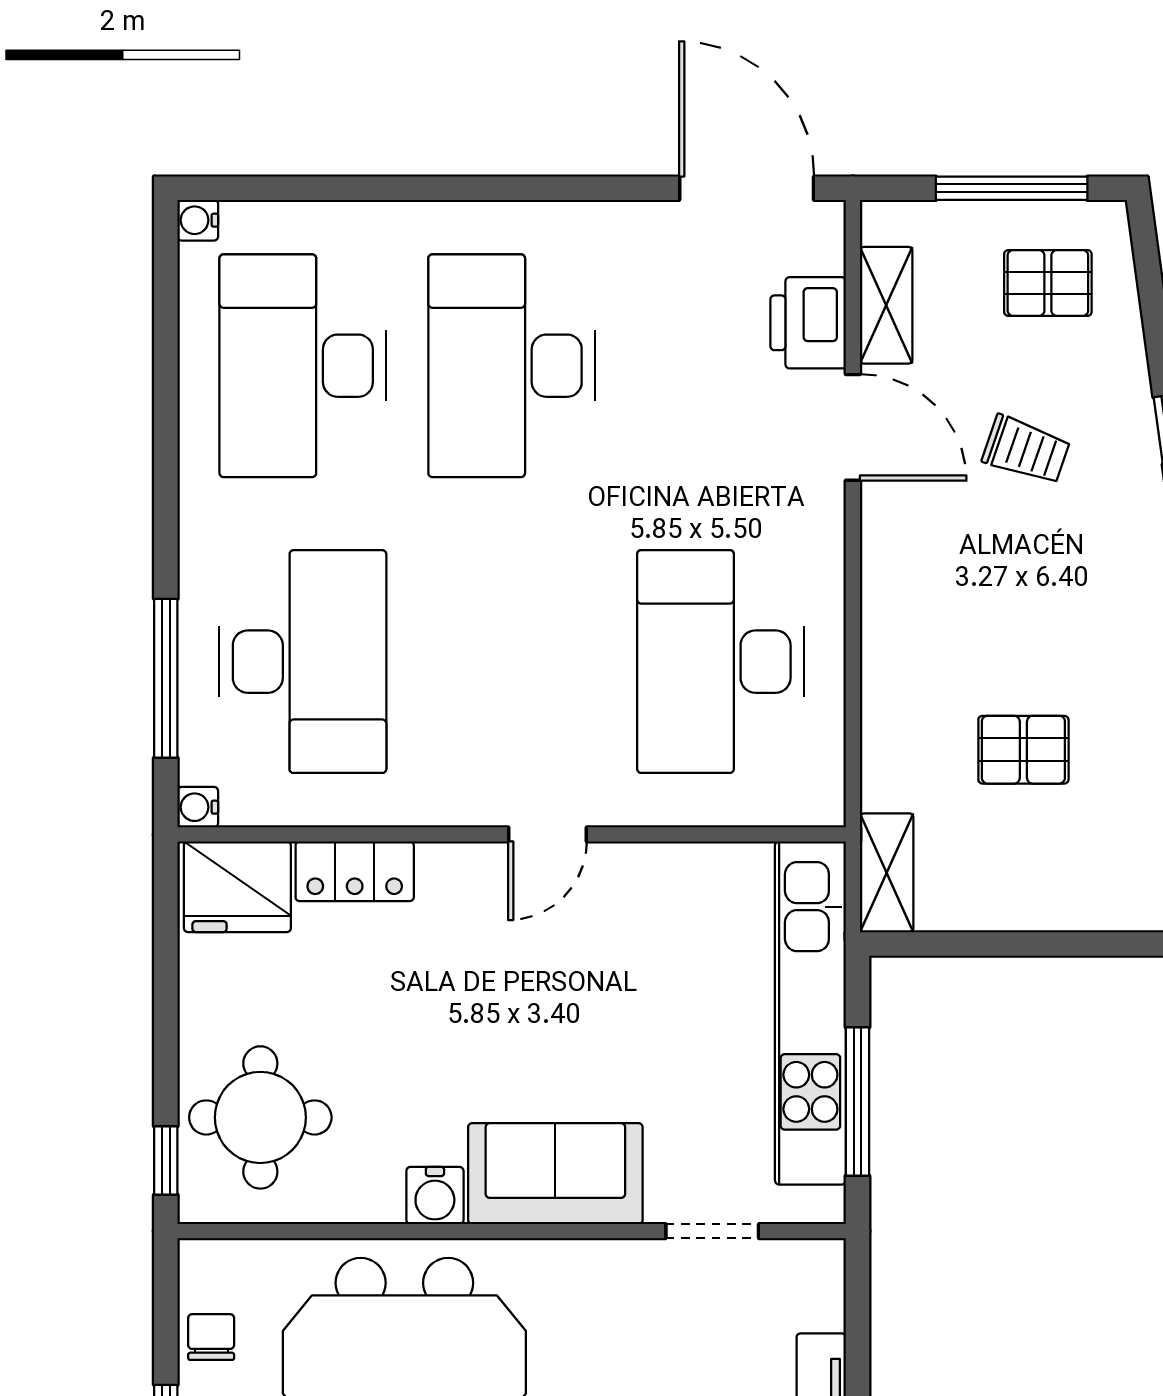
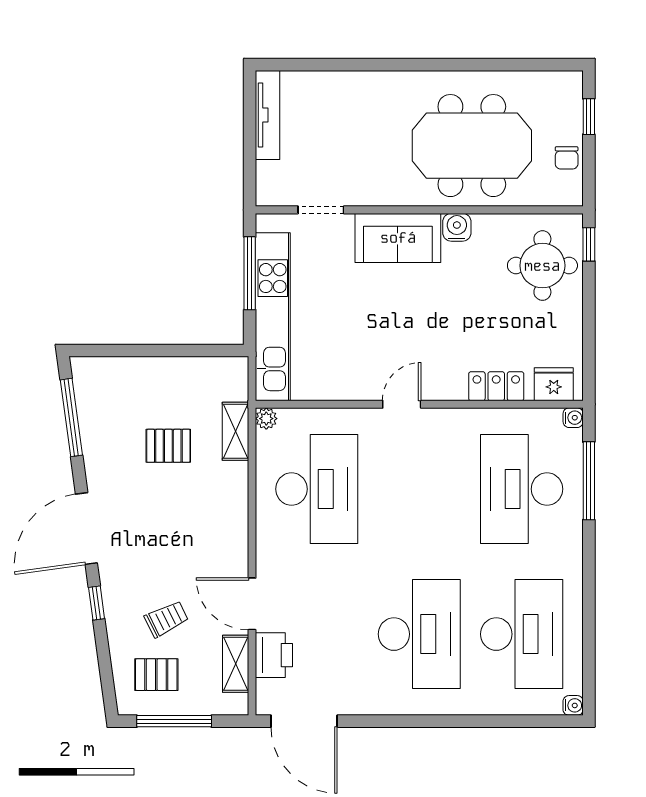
trolley: (1026, 450) -> (166, 619), moved, turned 135
plant: (824, 805) -> (266, 419), added
shelving: (887, 873) -> (235, 431), moved
fridge: (237, 887) -> (554, 384), width x0.73, depth x0.75

